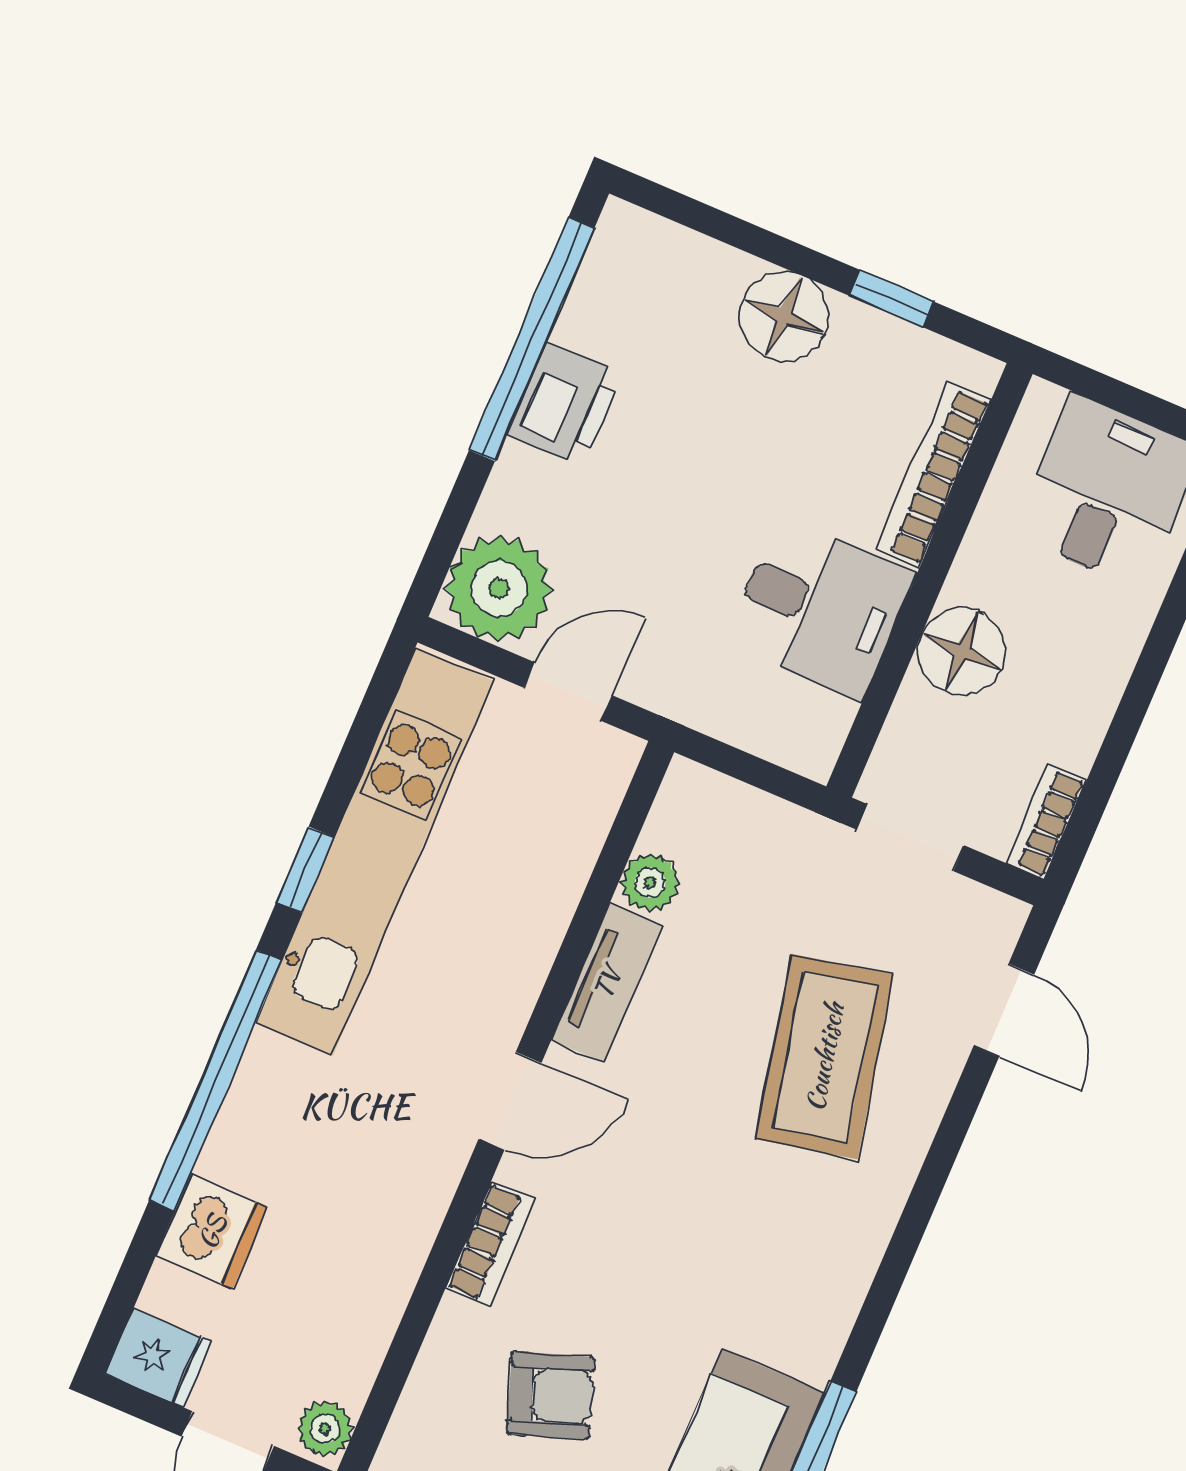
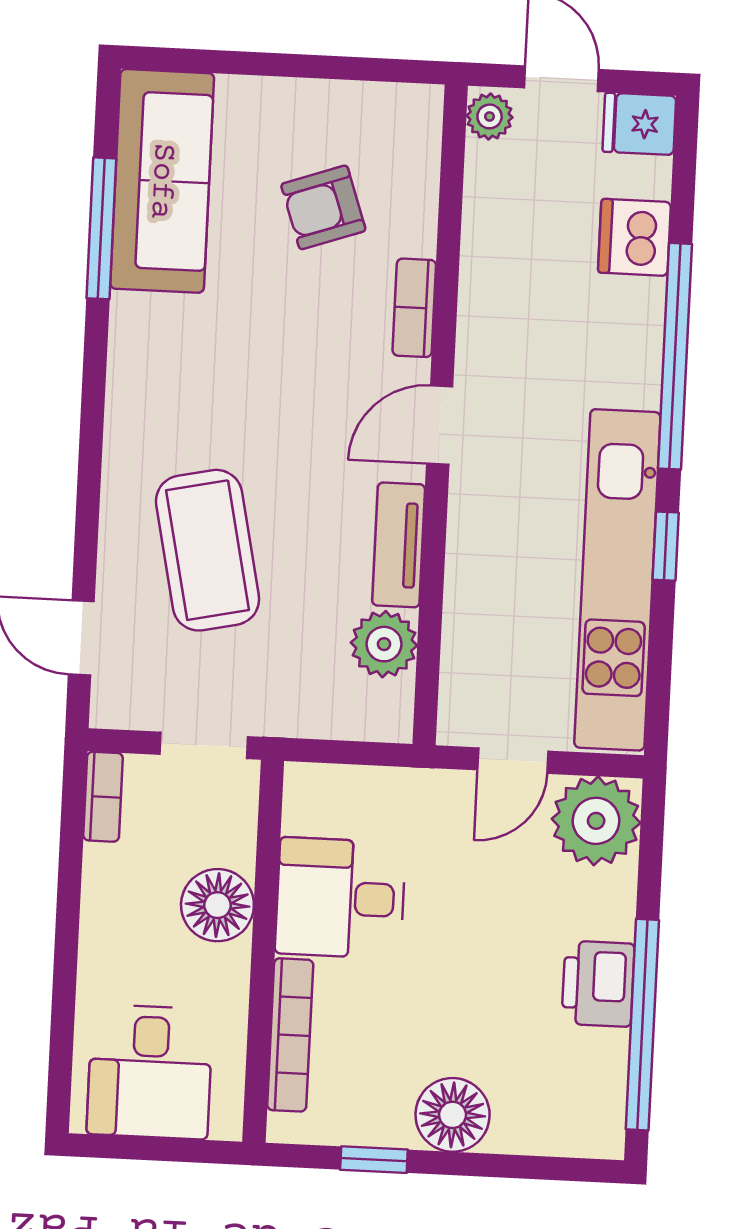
plant: (650, 883) -> (384, 644), width x1.38, depth x1.38

